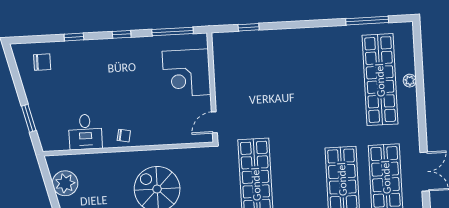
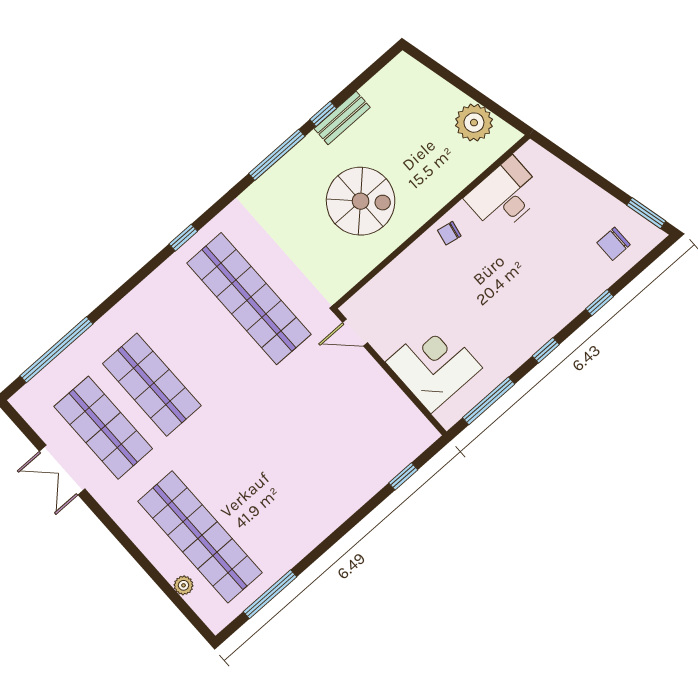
plant: (410, 81) -> (184, 585), moved
window: (29, 118) -> (646, 213), moved
door: (214, 122) -> (355, 333), swing flipped
desk: (85, 132) -> (505, 196), width x1.37

